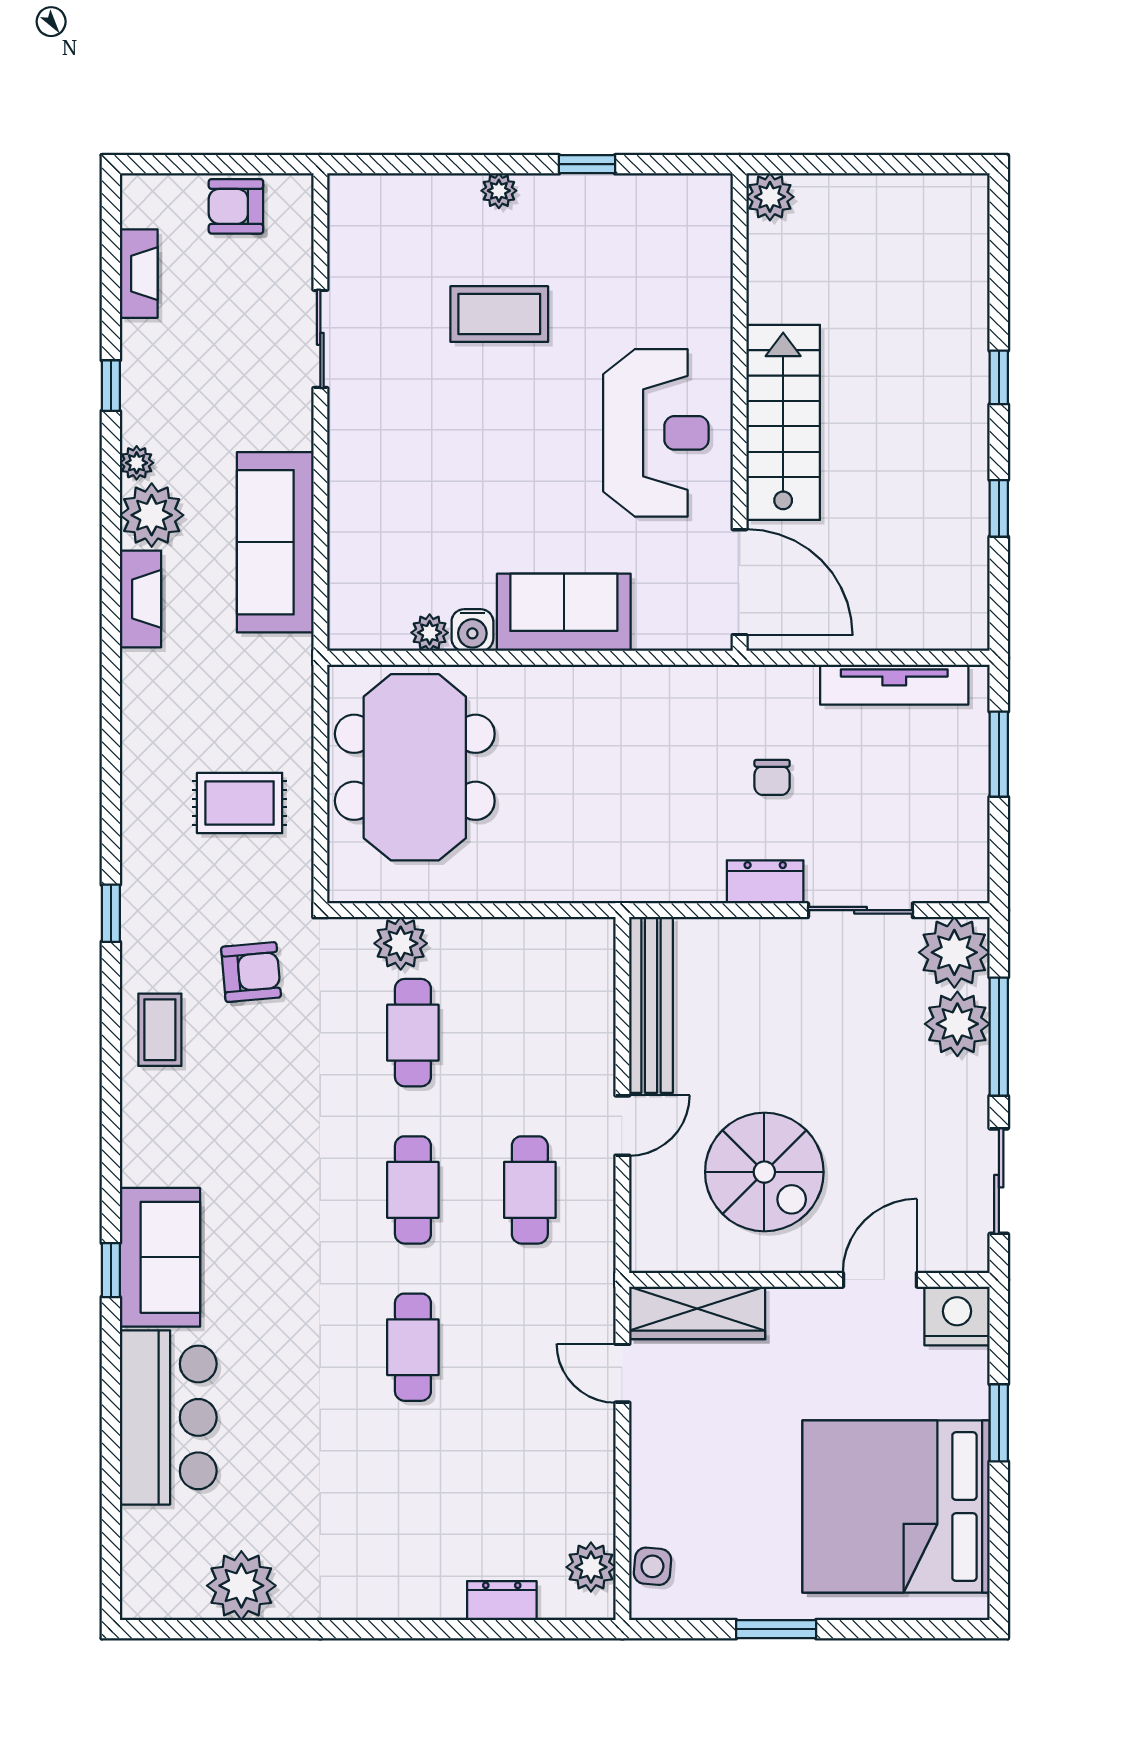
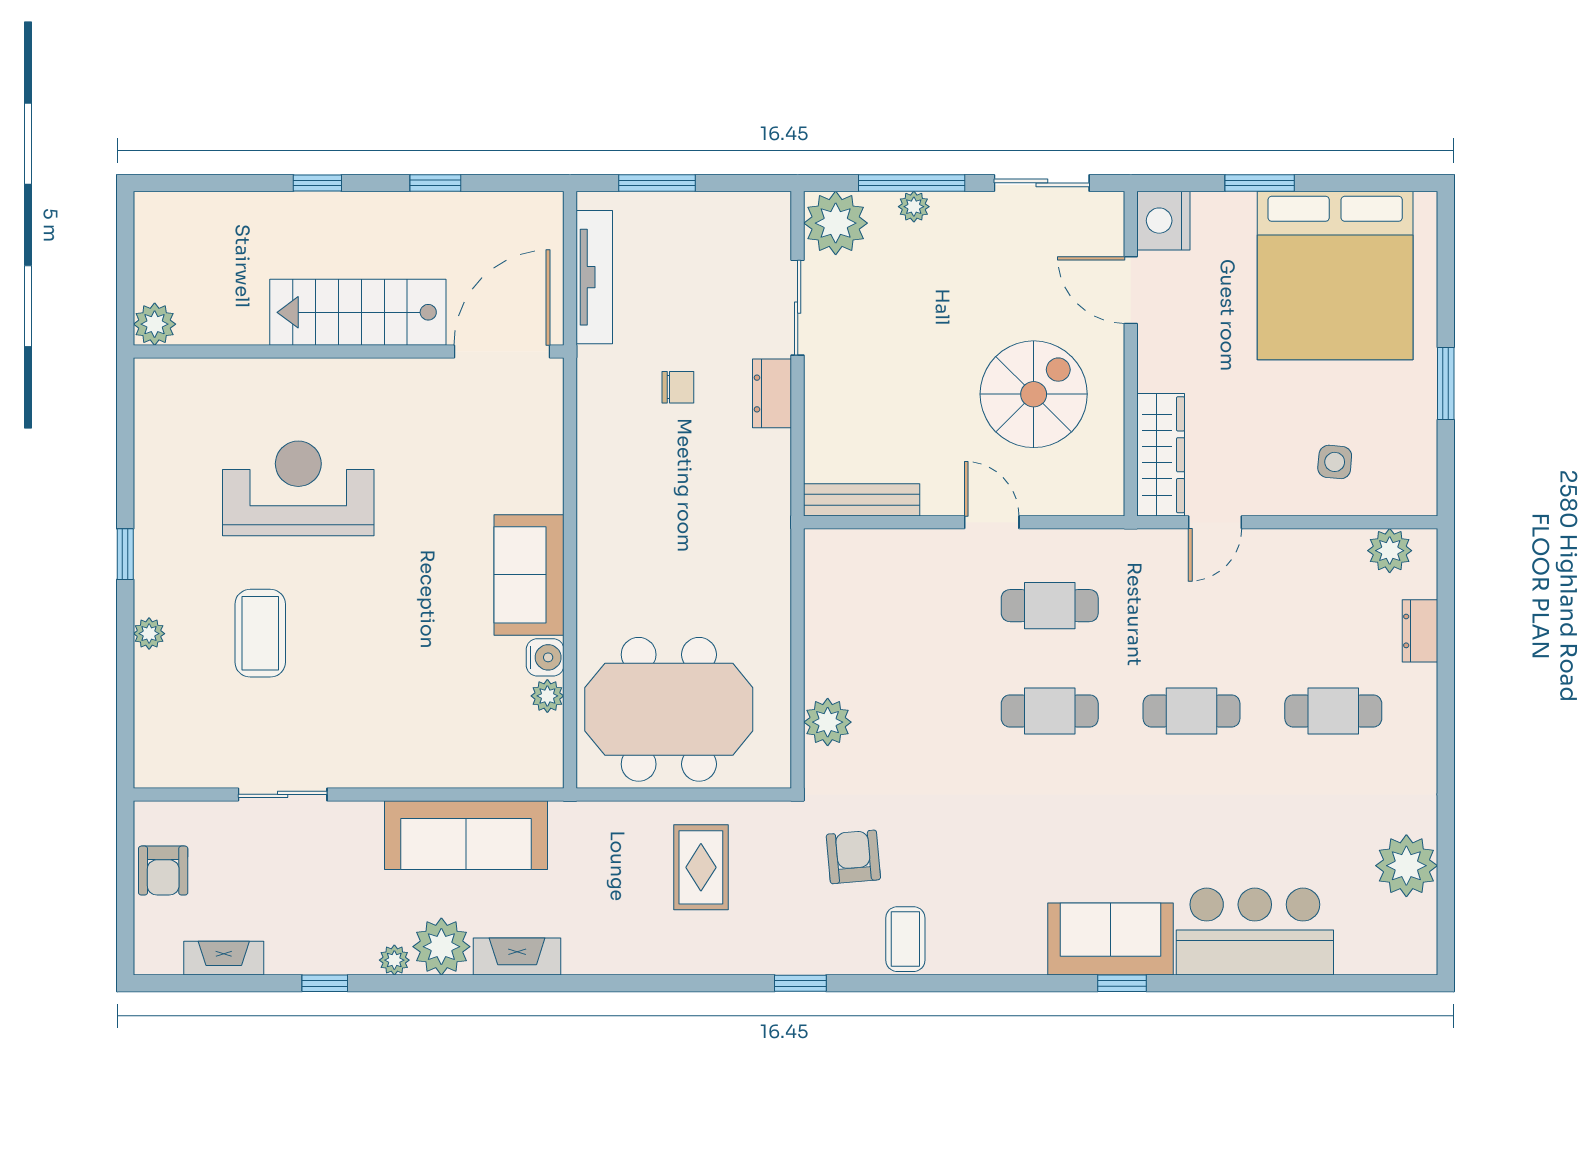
plant: (770, 197) -> (155, 324), moved
wall: (740, 412) -> (349, 352), moved
stairs: (783, 422) -> (358, 312), moved
reception desk: (656, 433) -> (298, 488), moved
door: (740, 582) -> (502, 352), moved
bench: (651, 1005) -> (862, 500), width x0.73, depth x0.82
plant: (957, 1024) -> (914, 207), width x0.53, depth x0.53
coffee table: (160, 1030) -> (905, 939), turned 90
cafe table: (413, 1033) -> (1333, 711), moved
side table: (652, 1566) -> (1335, 462), moved

